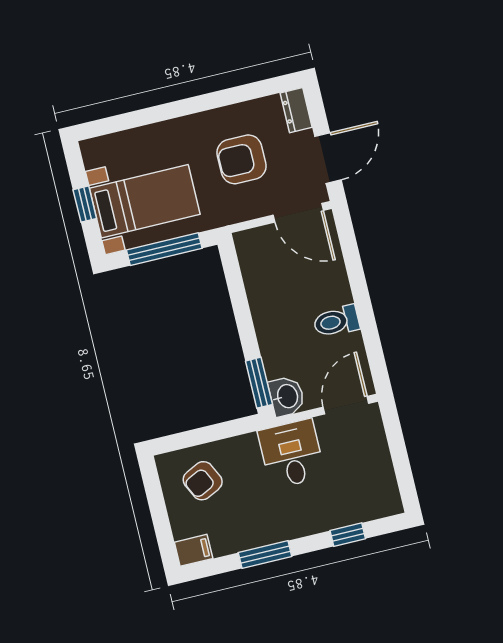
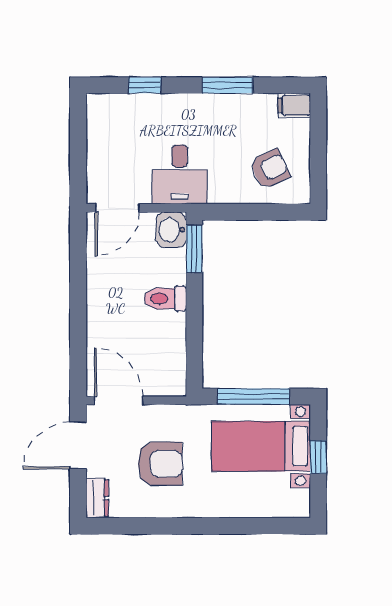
toilet: (336, 321) -> (165, 299), moved, turned 180

